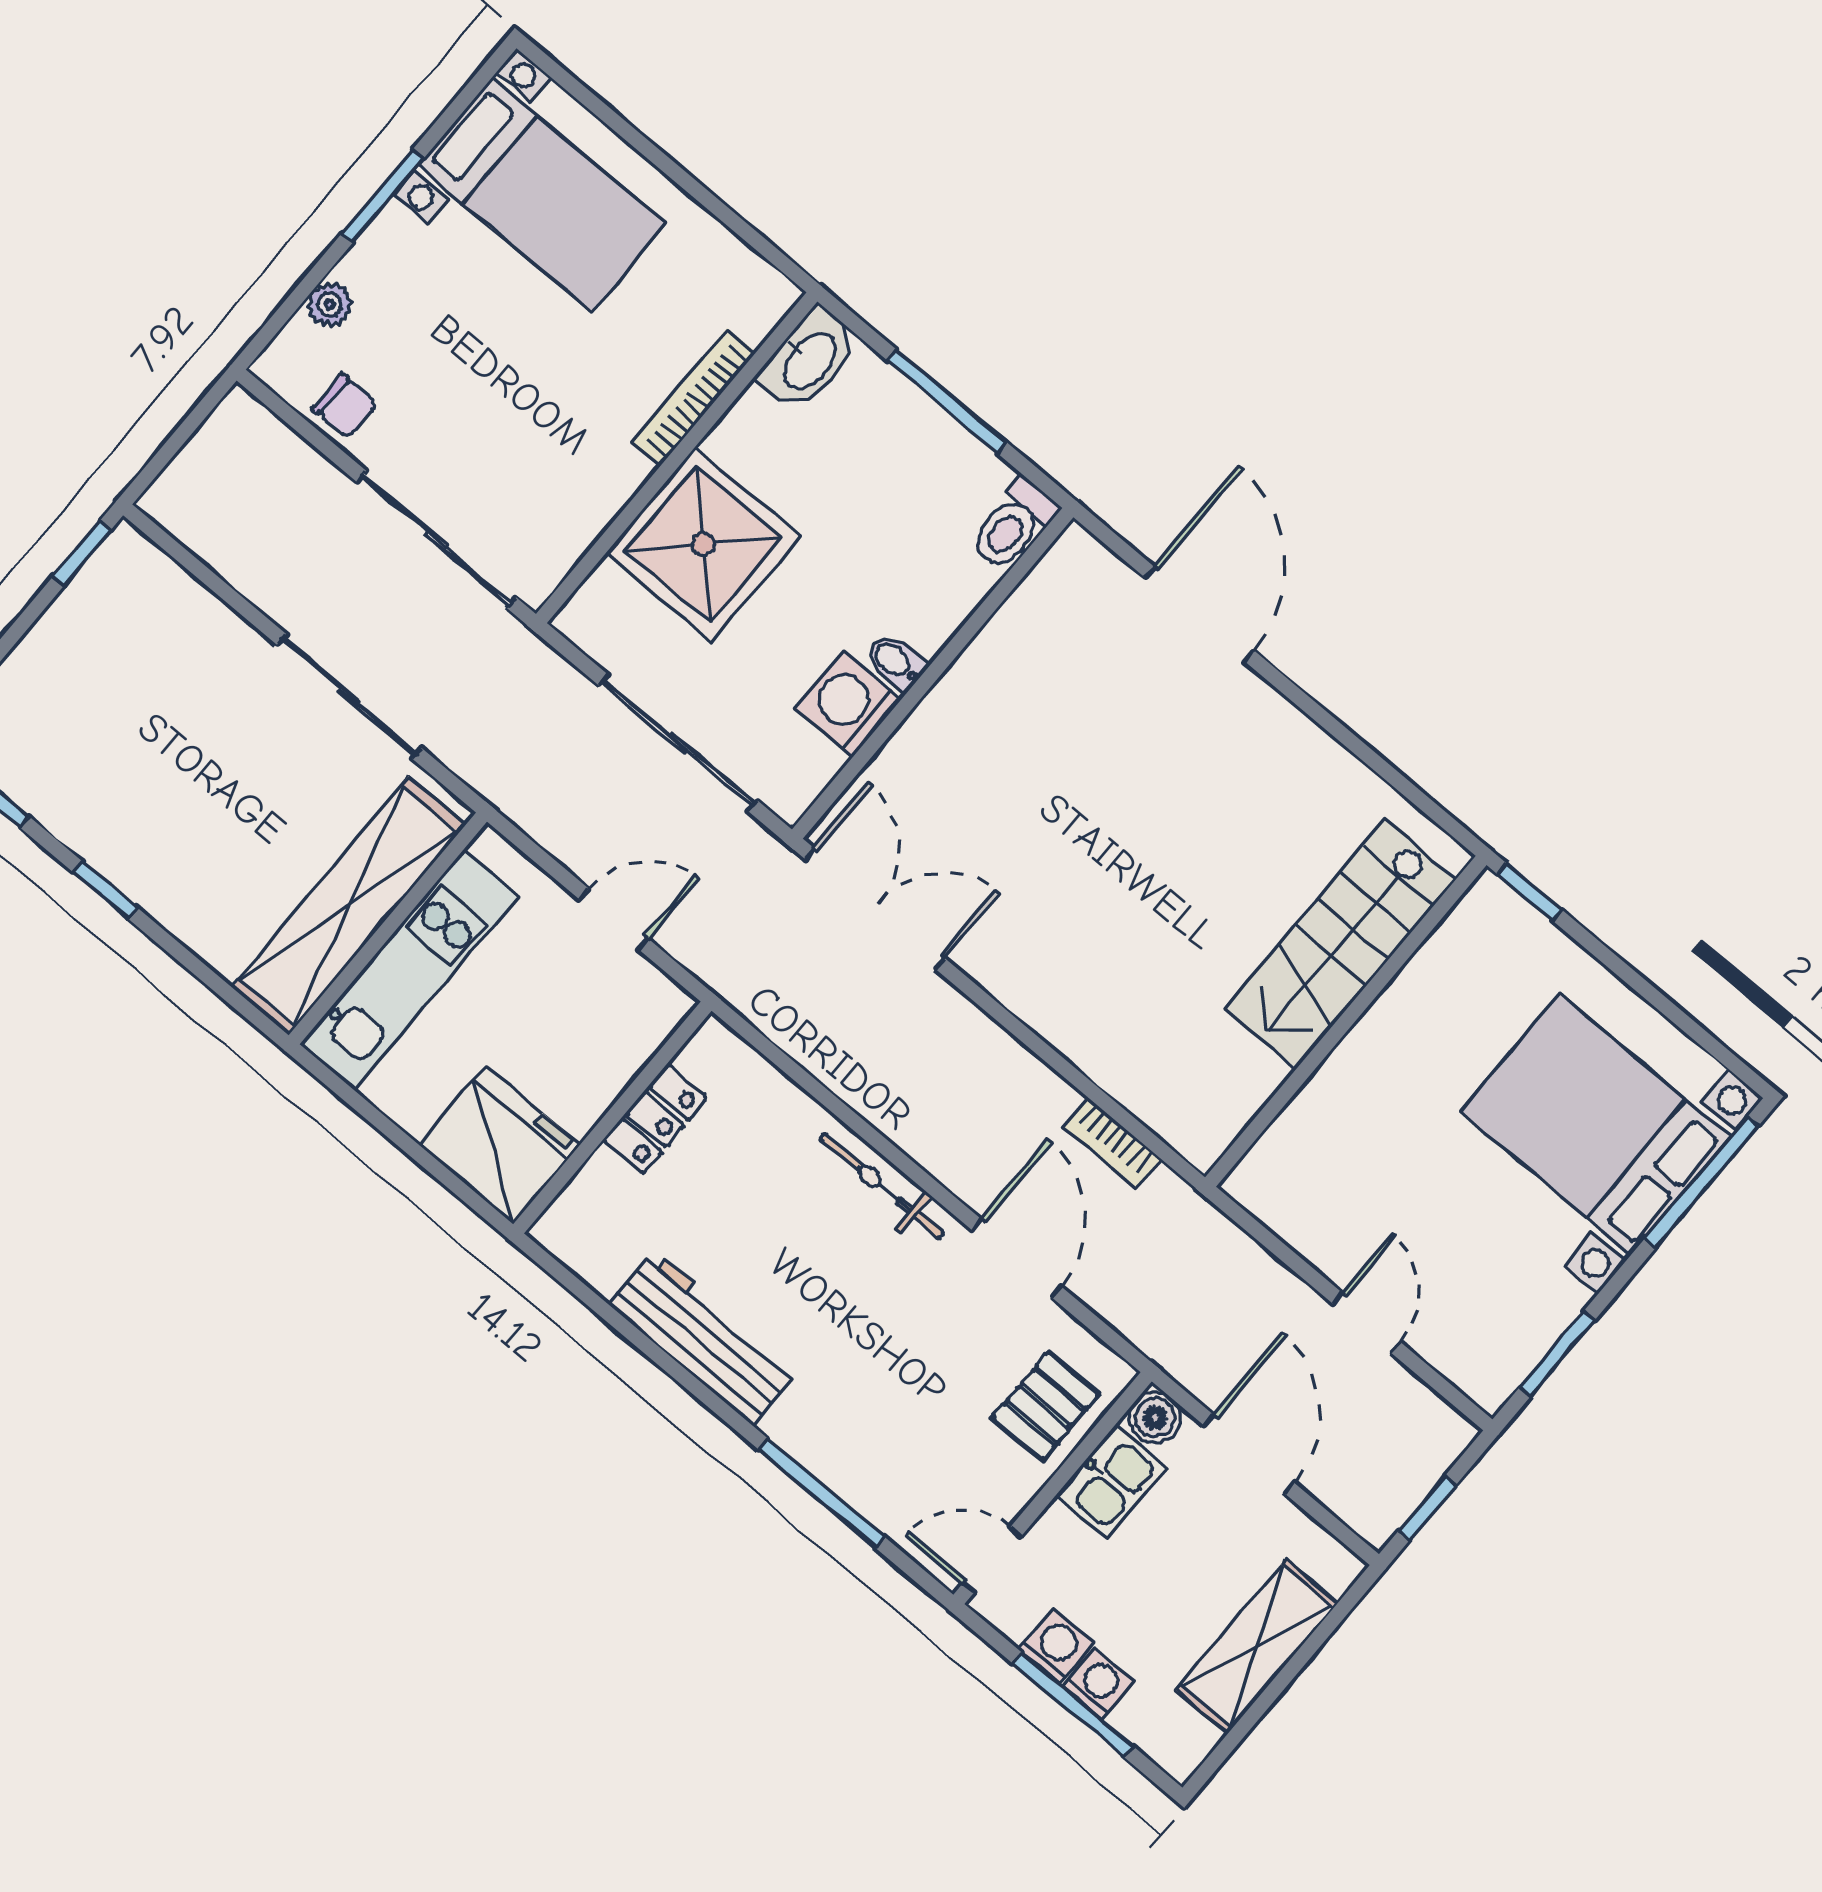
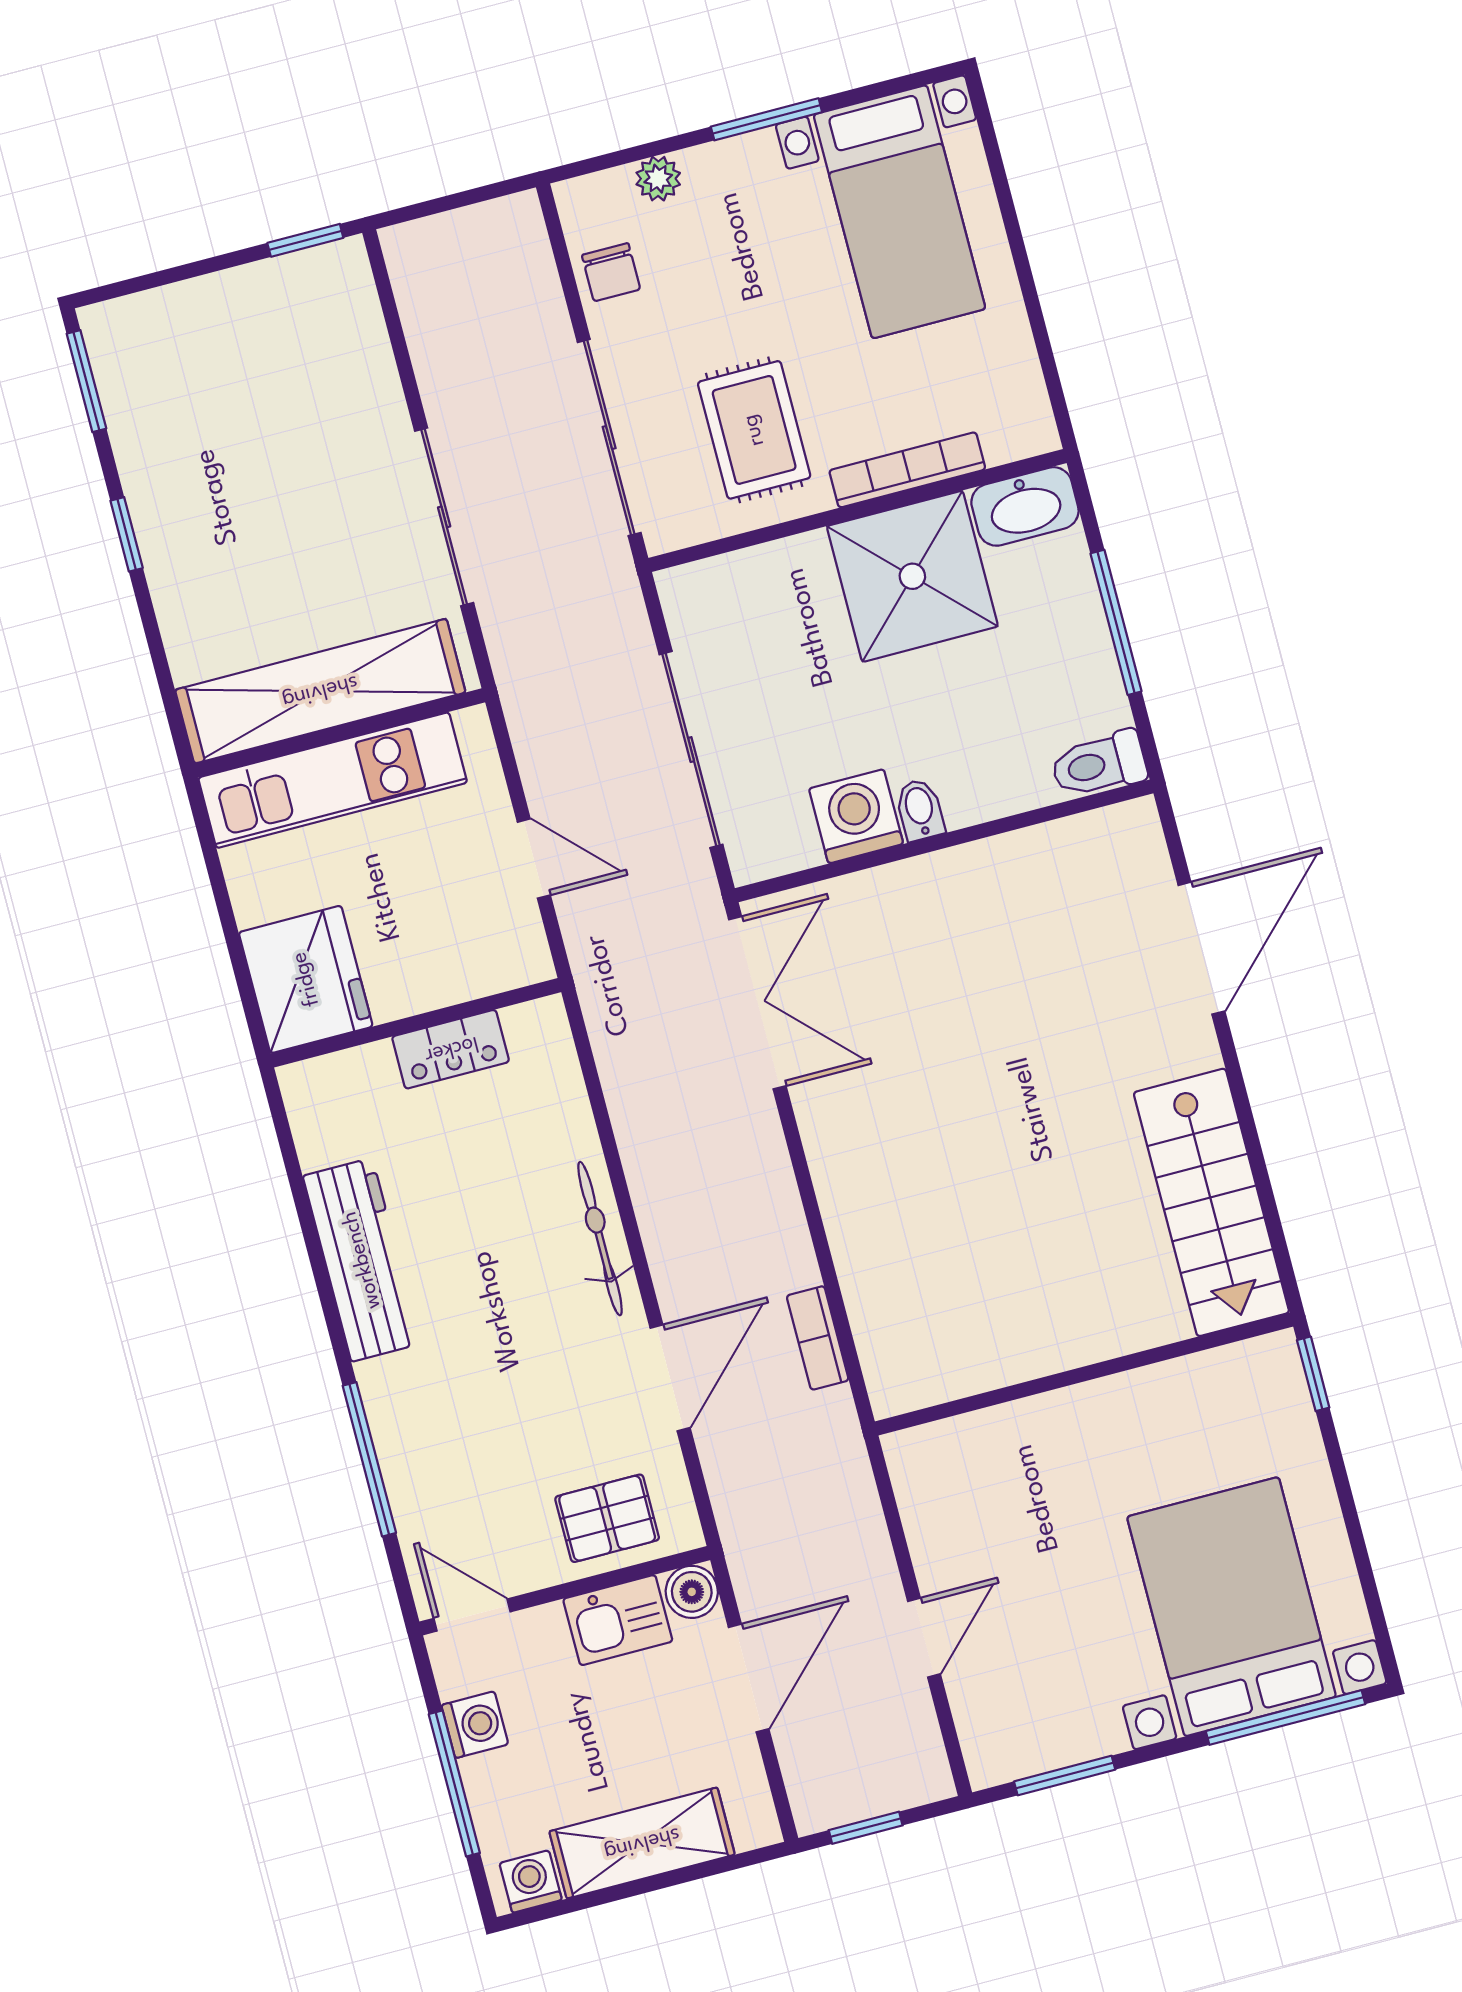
rug: (548, 452) -> (754, 430), added
shower: (703, 544) -> (912, 576), moved
stairs: (1341, 944) -> (1211, 1202), moved, turned -90
washing machine: (1099, 1684) -> (531, 1882), moved, turned -90

